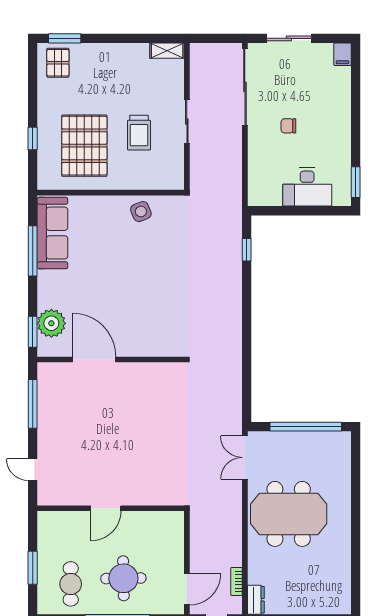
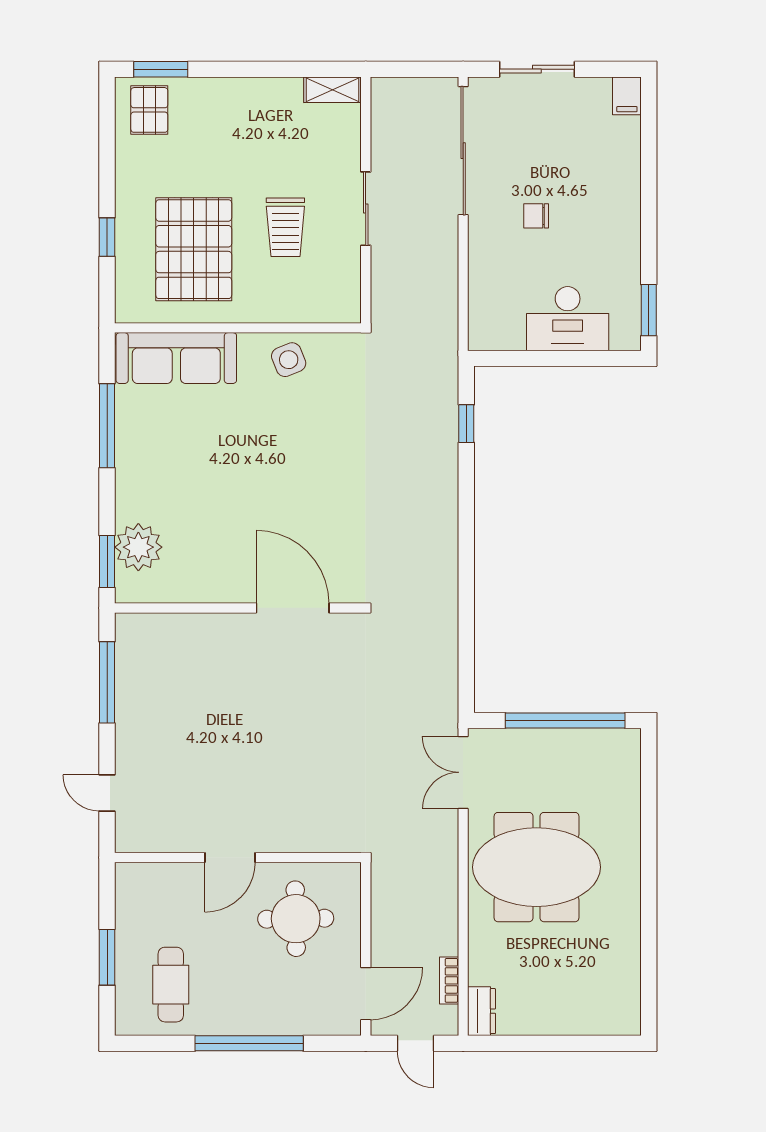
sofa: (52, 233) -> (176, 358), moved, turned 90
door: (94, 360) -> (293, 608), moved
round table: (123, 578) -> (296, 919), moved

